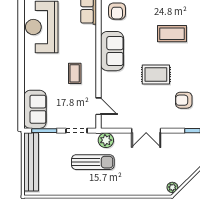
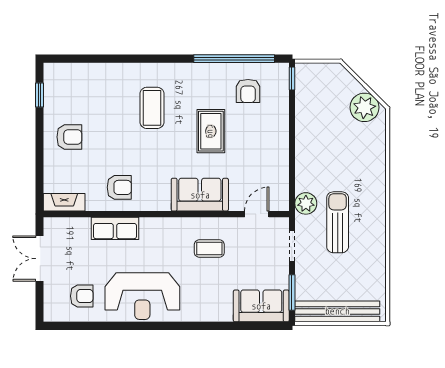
sofa: (112, 51) -> (200, 195), moved
double door: (146, 131) -> (292, 145), removed
plant: (172, 187) -> (364, 107), width x1.88, depth x1.88

